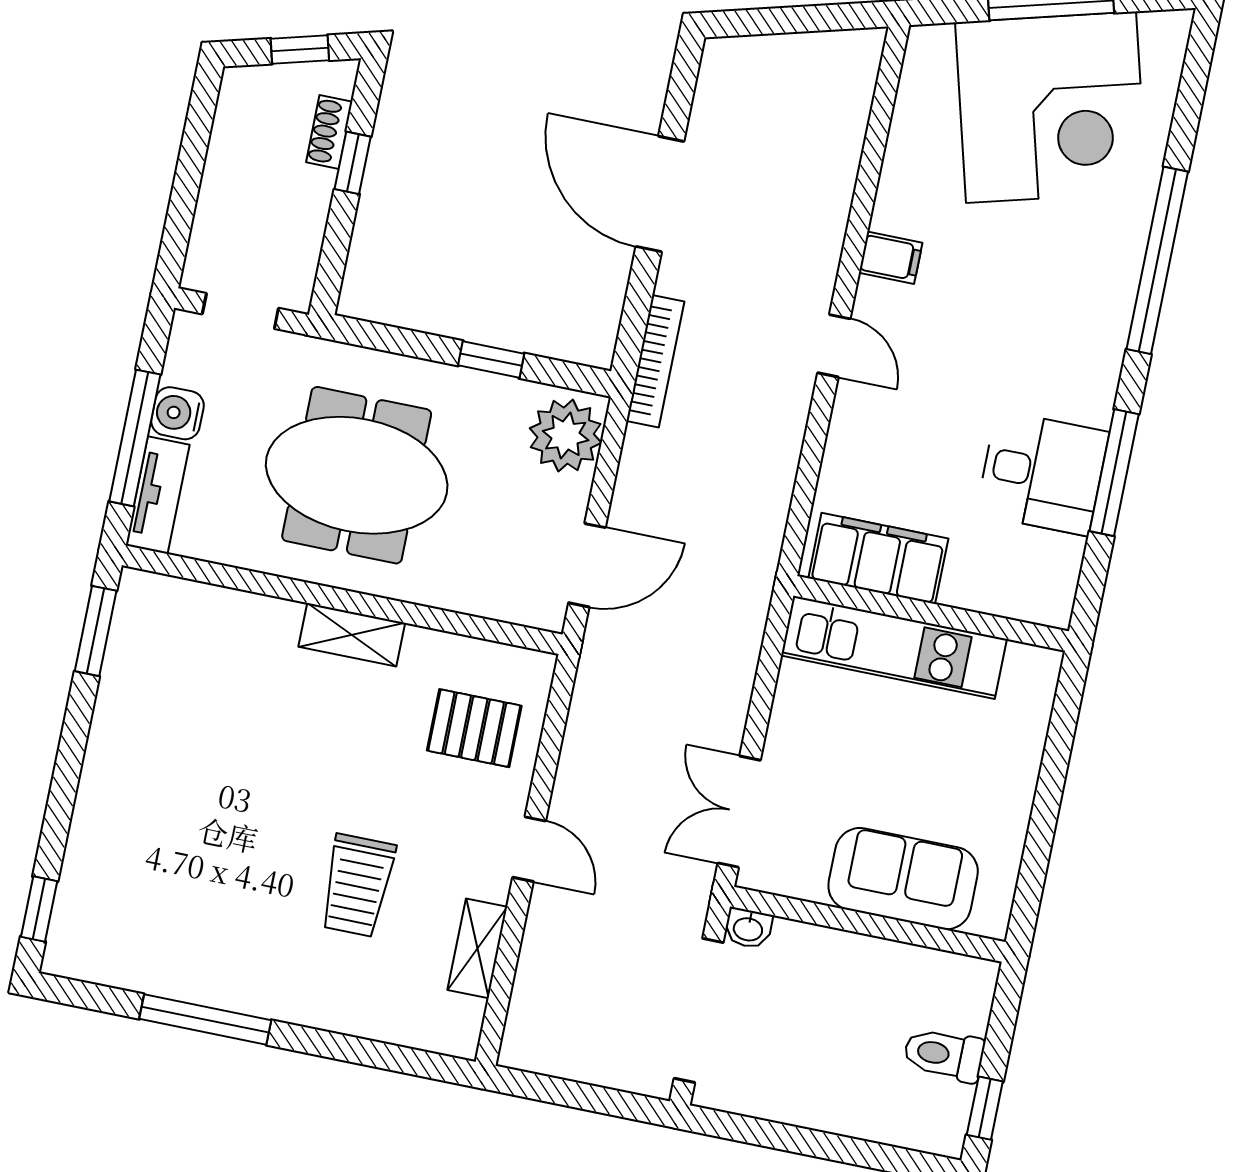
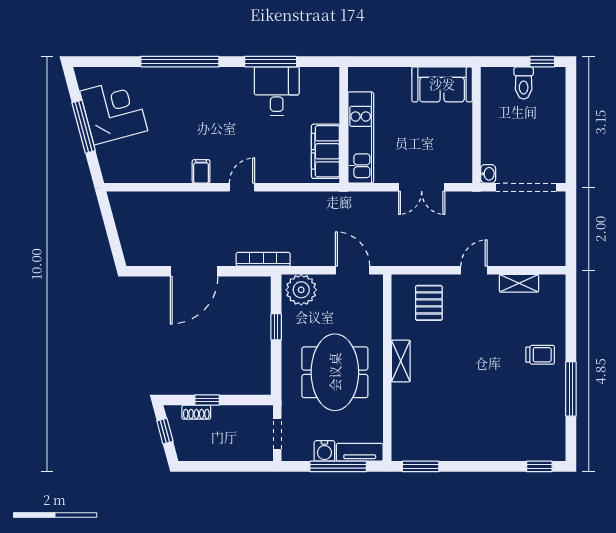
corner desk: (1051, 107) -> (114, 111), width x0.74, depth x0.74
double door: (739, 812) -> (422, 187), moved
sofa: (903, 879) -> (442, 84), moved, turned -90
trolley: (357, 886) -> (540, 355), moved, width x0.73, depth x0.72

